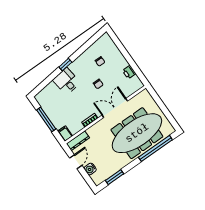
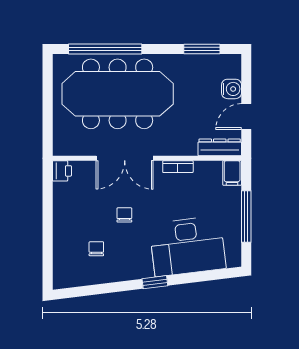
printer: (129, 72) -> (62, 171), moved
desk: (66, 81) -> (187, 246), width x1.87, depth x1.30

